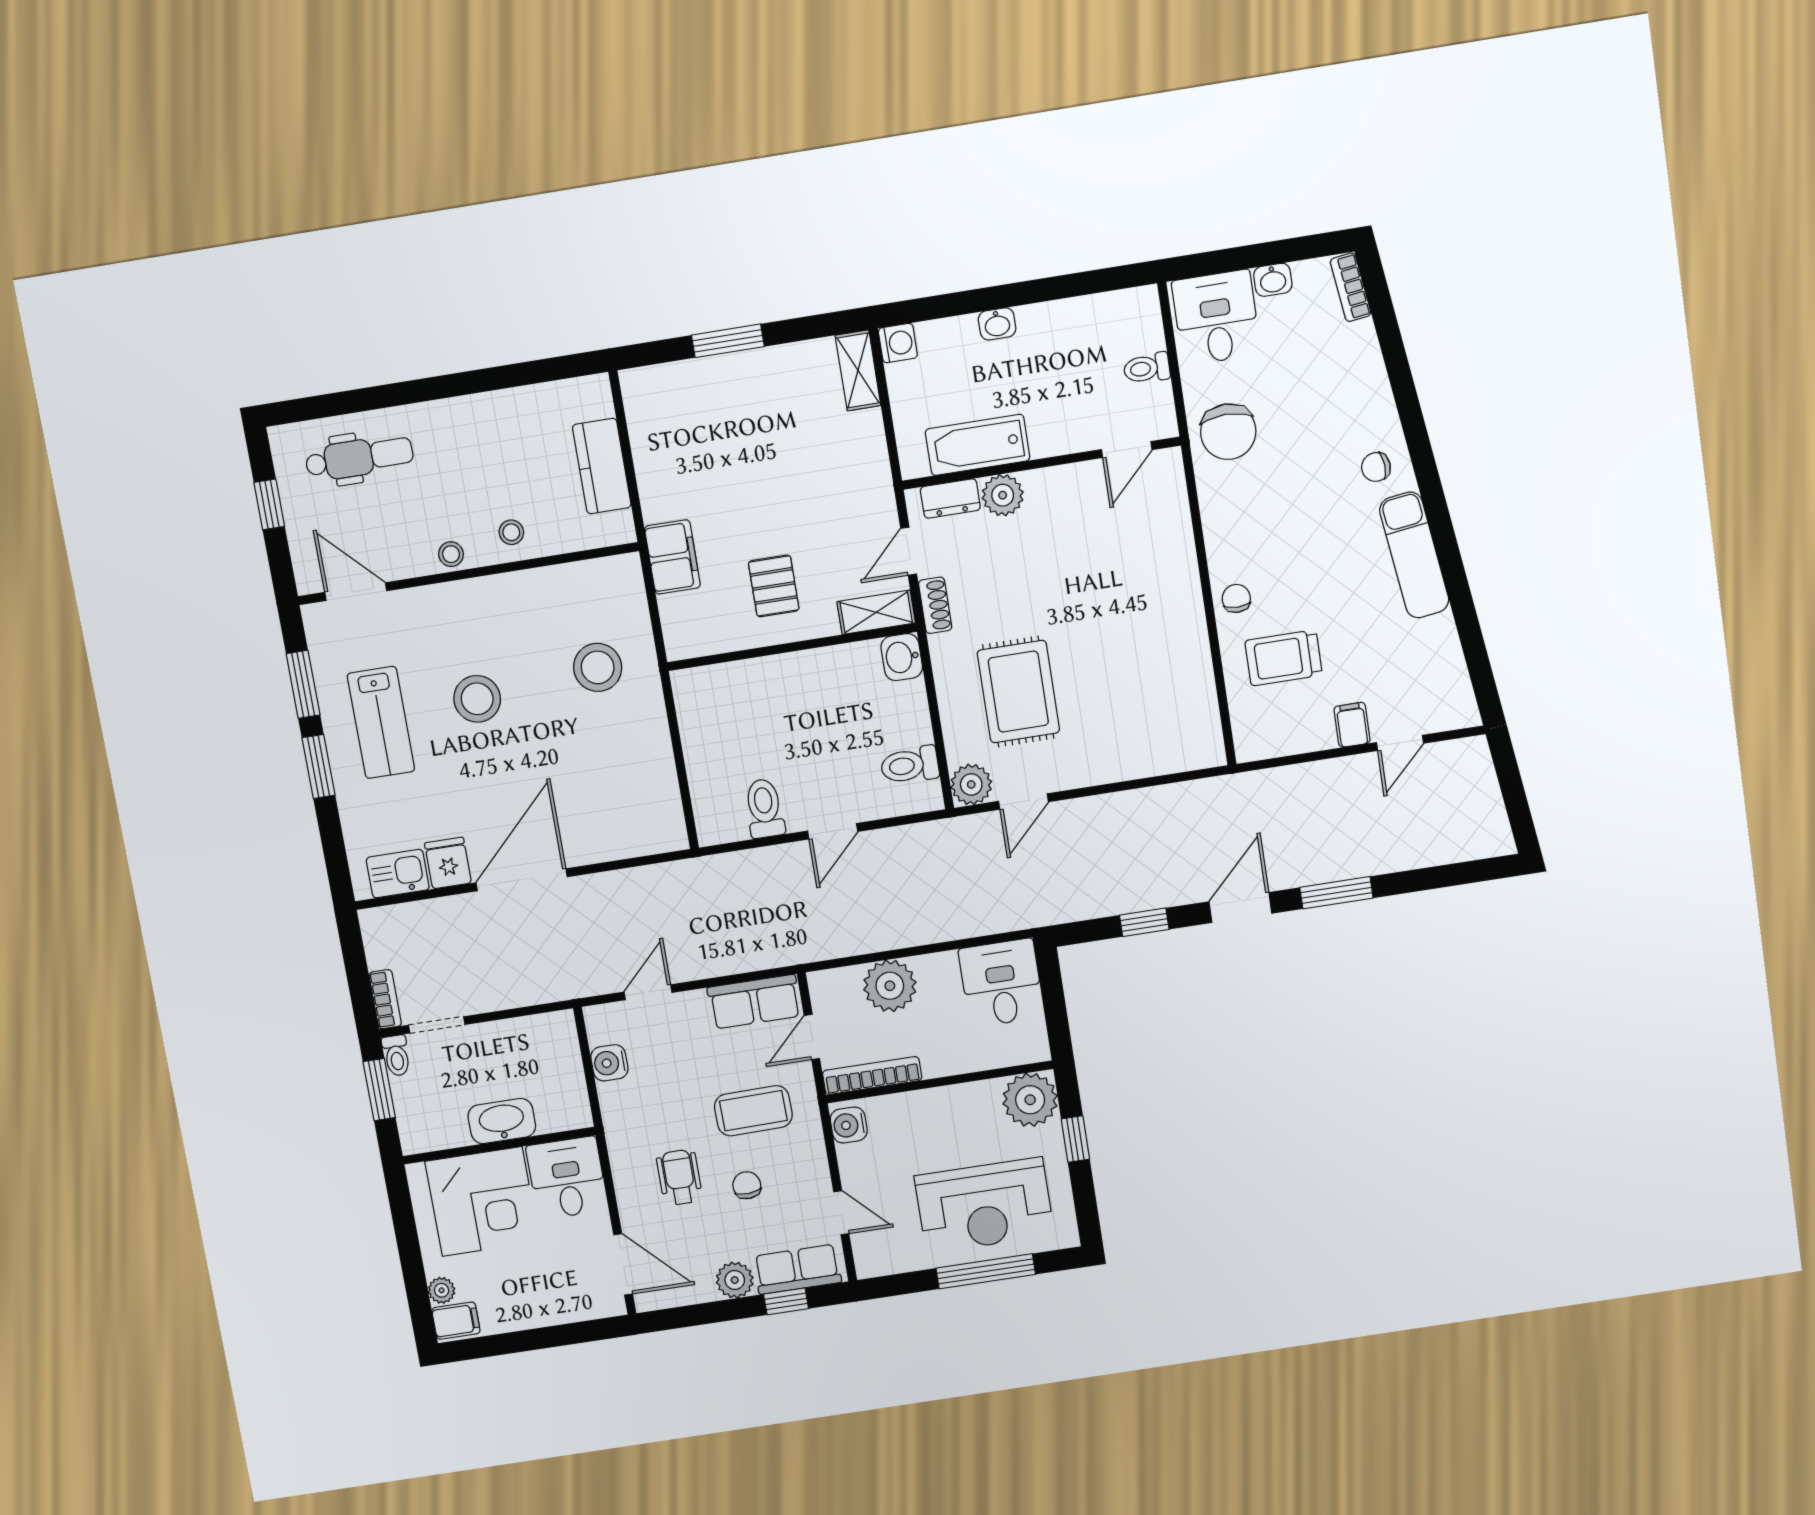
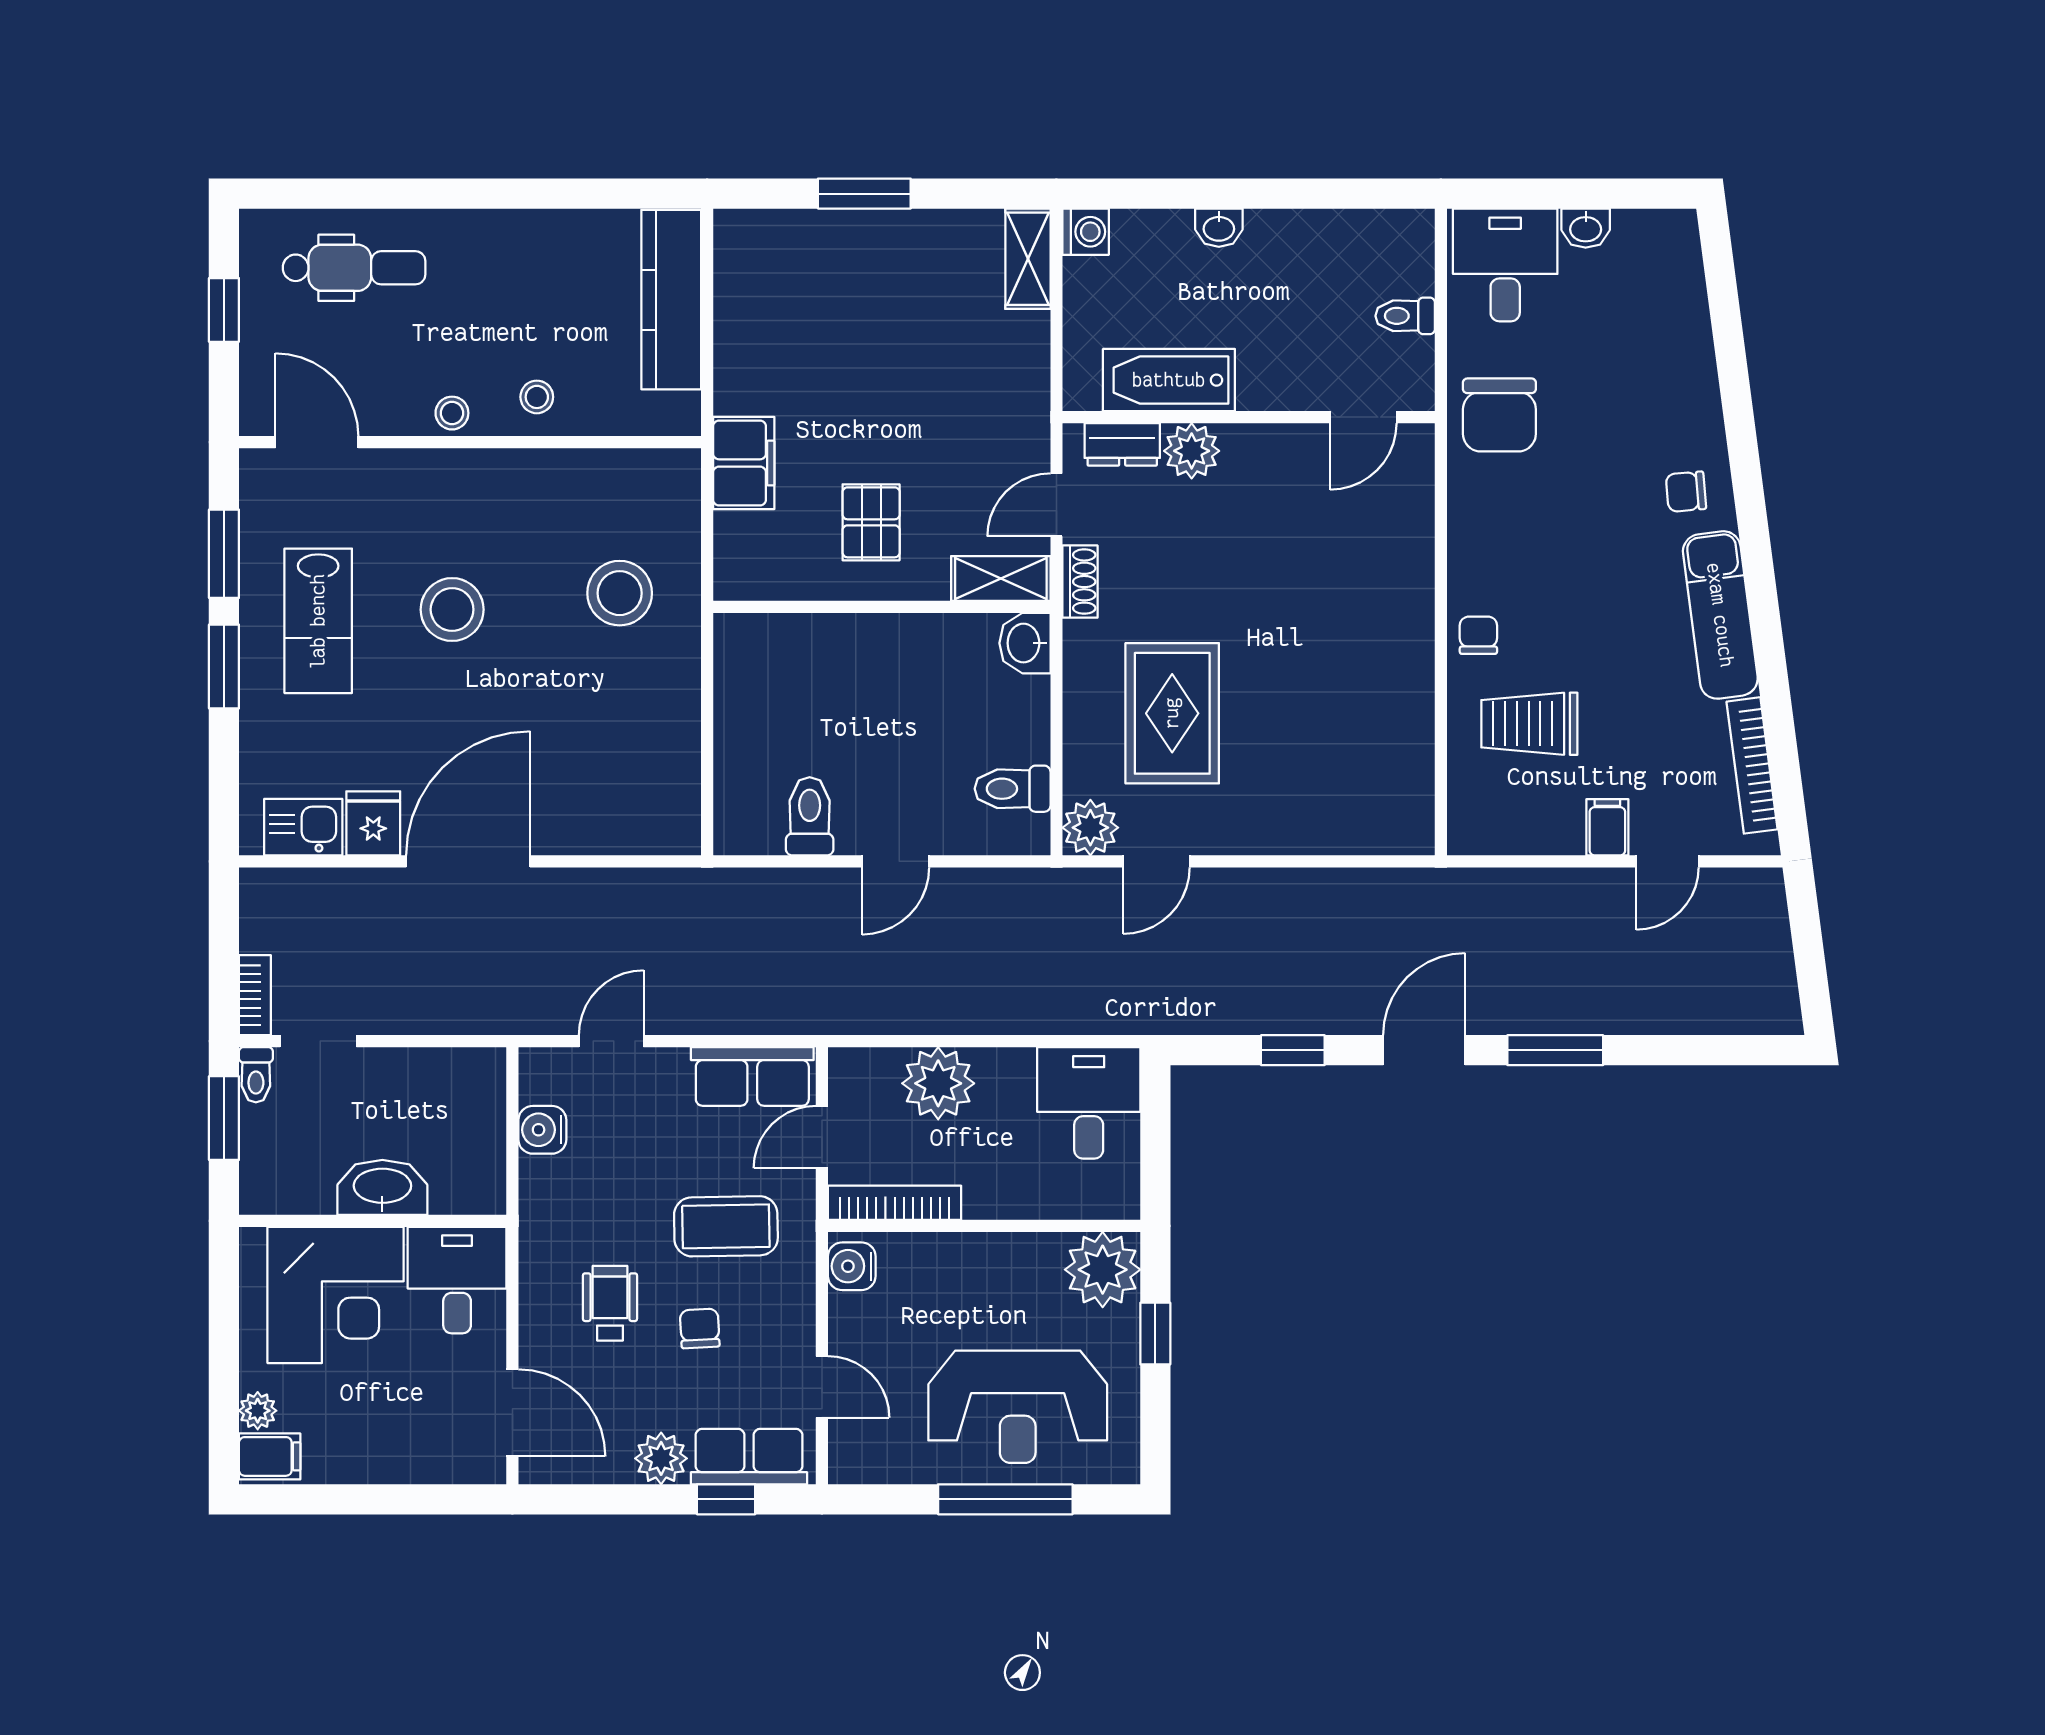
bookcase: (1351, 287) -> (1752, 765), moved, width x1.56
kitchen counter: (602, 466) -> (671, 300), width x1.50

